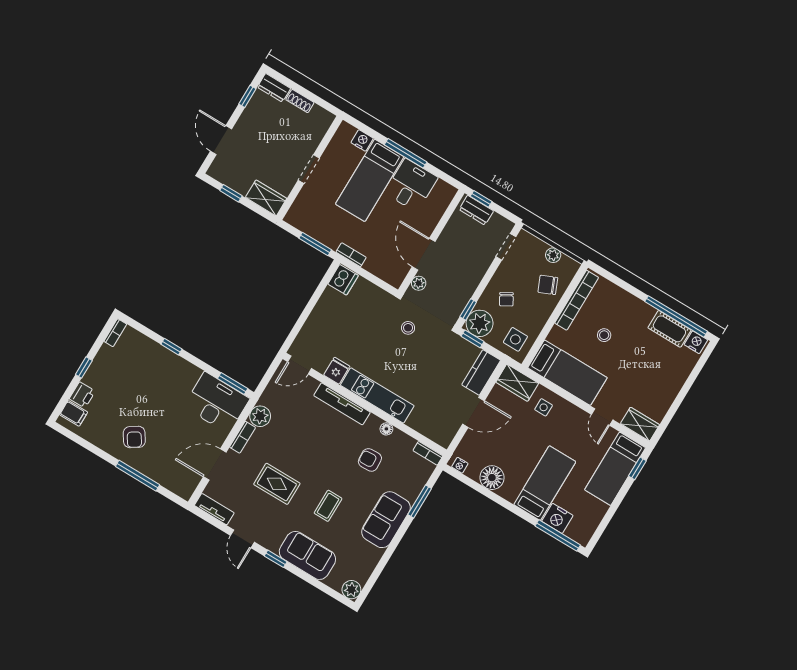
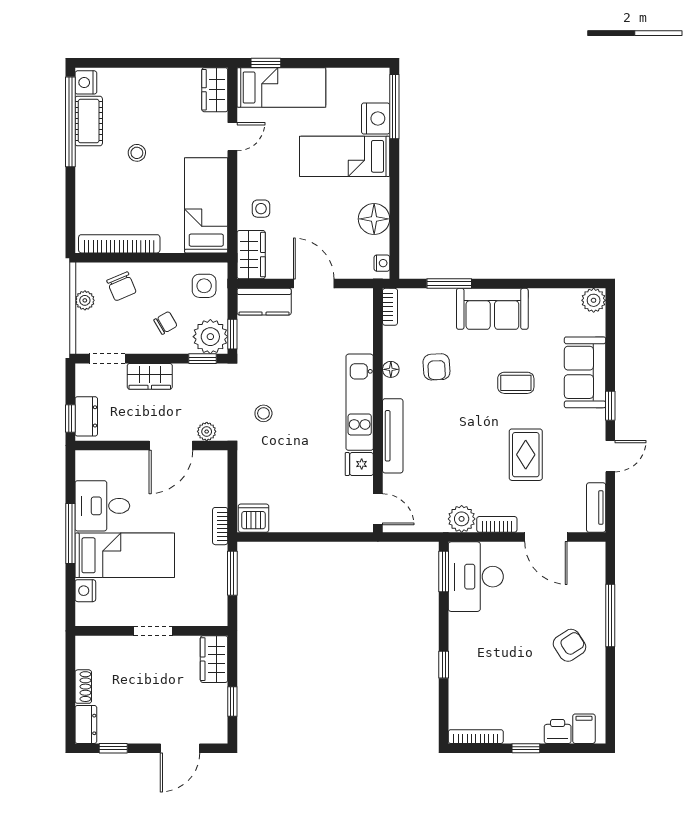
wardrobe: (477, 268) -> (150, 376), added
bookcase: (115, 333) -> (476, 737), width x1.56
stool: (604, 335) -> (137, 153), moved

